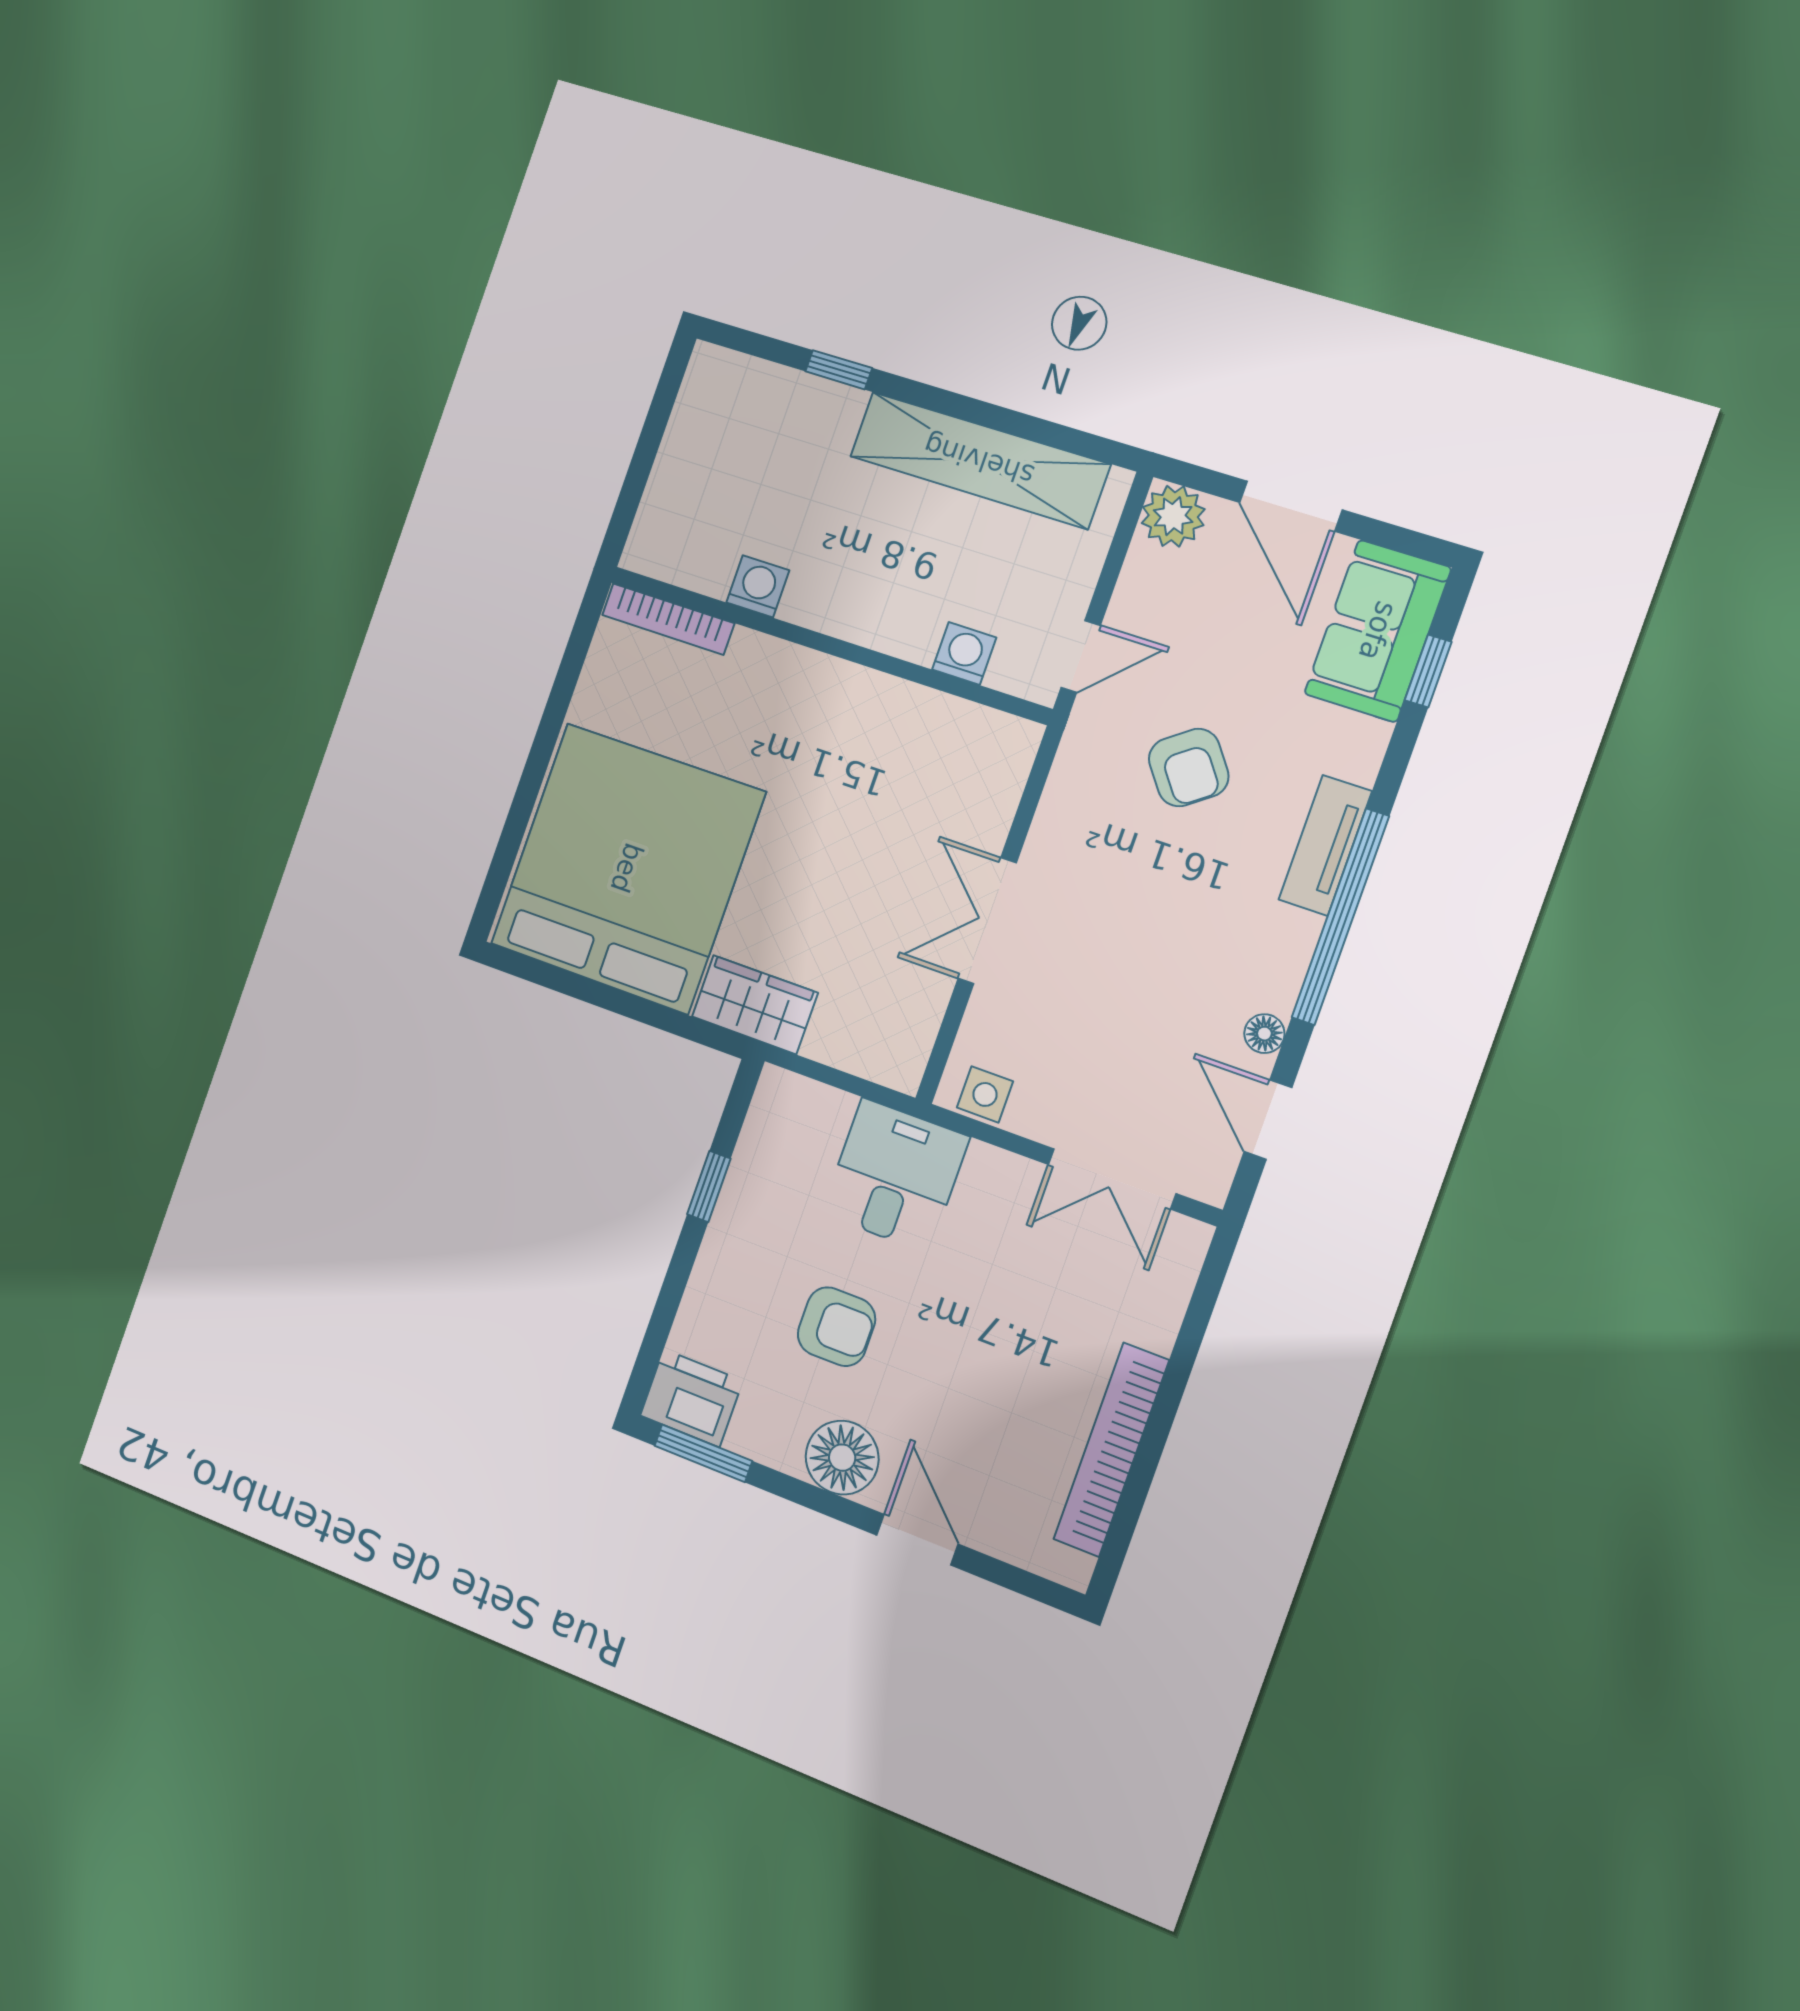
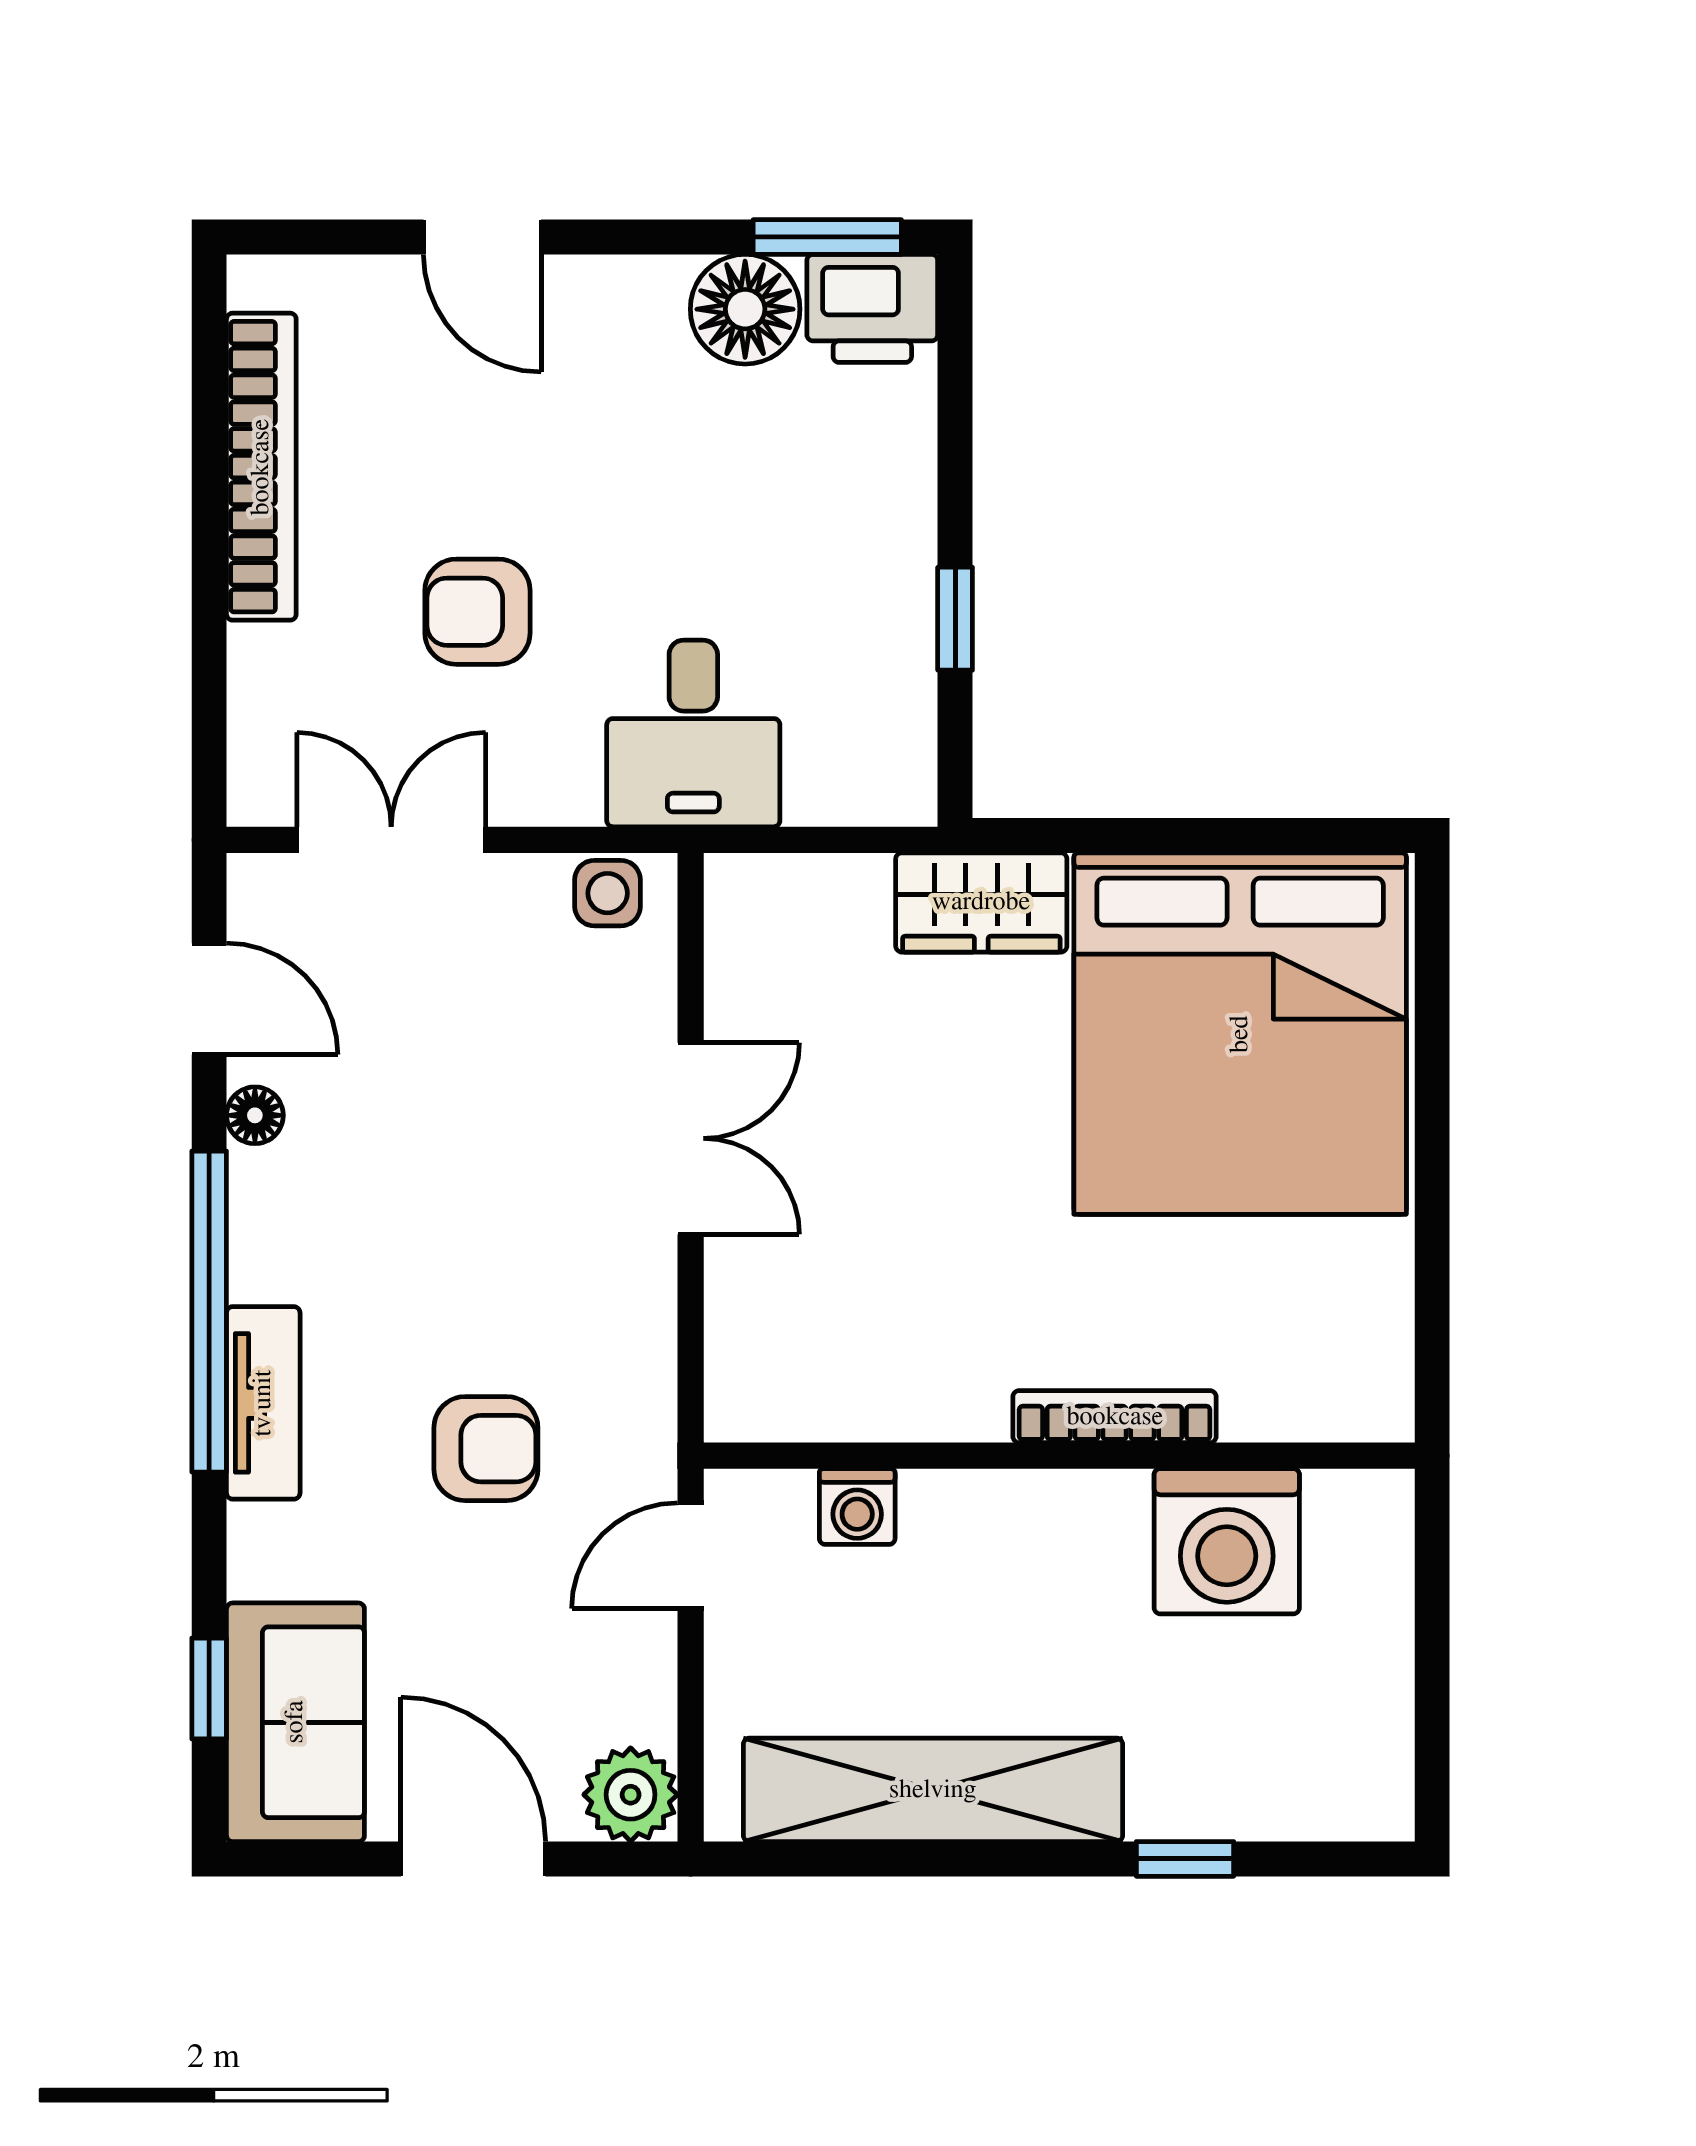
washing machine: (758, 586) -> (1227, 1541), width x1.89, depth x1.89
bookcase: (668, 619) -> (1115, 1417), moved
armchair: (1189, 768) -> (486, 1449), turned 127
armchair: (836, 1327) -> (477, 612), moved
floor lamp: (842, 1458) -> (745, 309), moved

